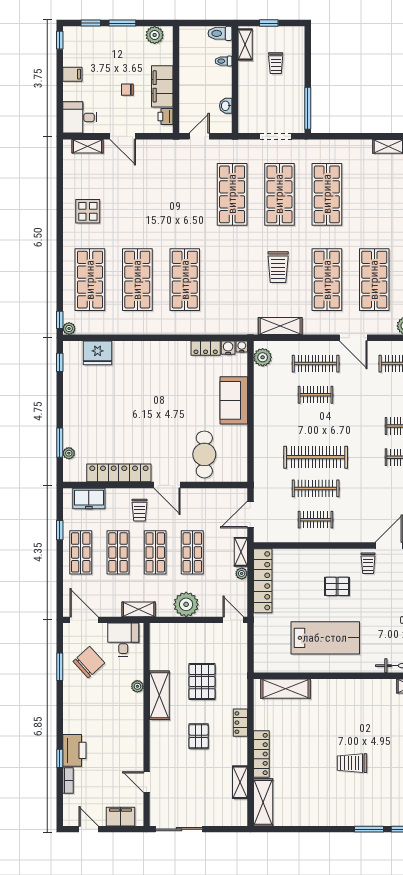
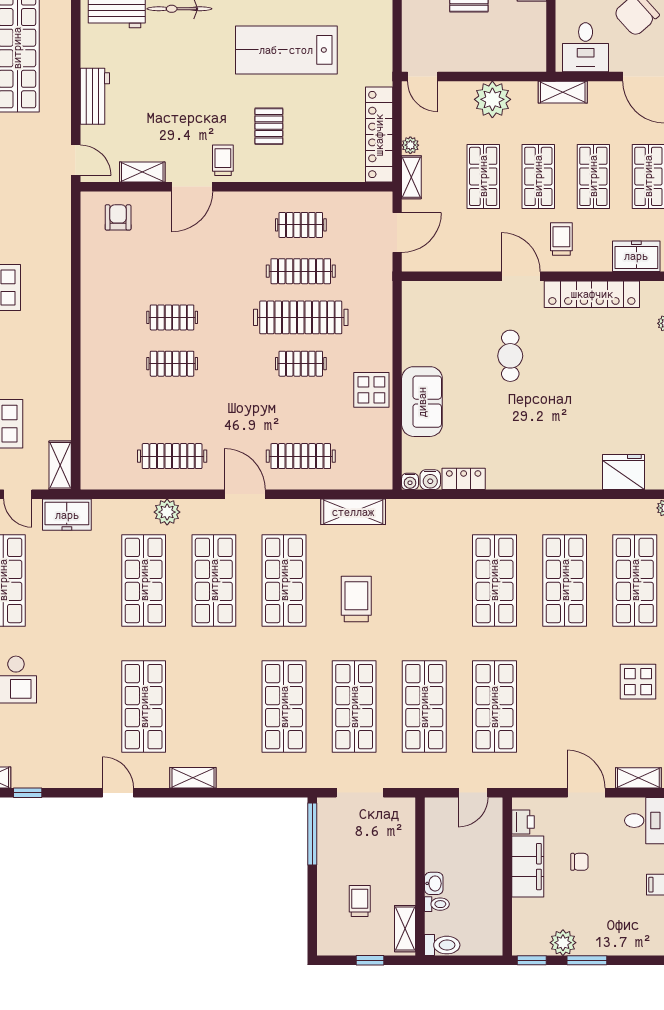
window: (91, 23) -> (532, 960), moved
plant: (155, 35) -> (563, 943), moved
washbasin: (226, 106) -> (434, 883), moved
shop shelf: (185, 194) -> (494, 707), added
plant: (263, 357) -> (379, 465), removed
clothes rail: (316, 395) -> (301, 364), moved
display table: (268, 408) -> (371, 390), added
cafe table: (204, 454) -> (510, 356), moved, width x0.73, depth x0.74
pallet: (337, 586) -> (269, 126), turned 90

